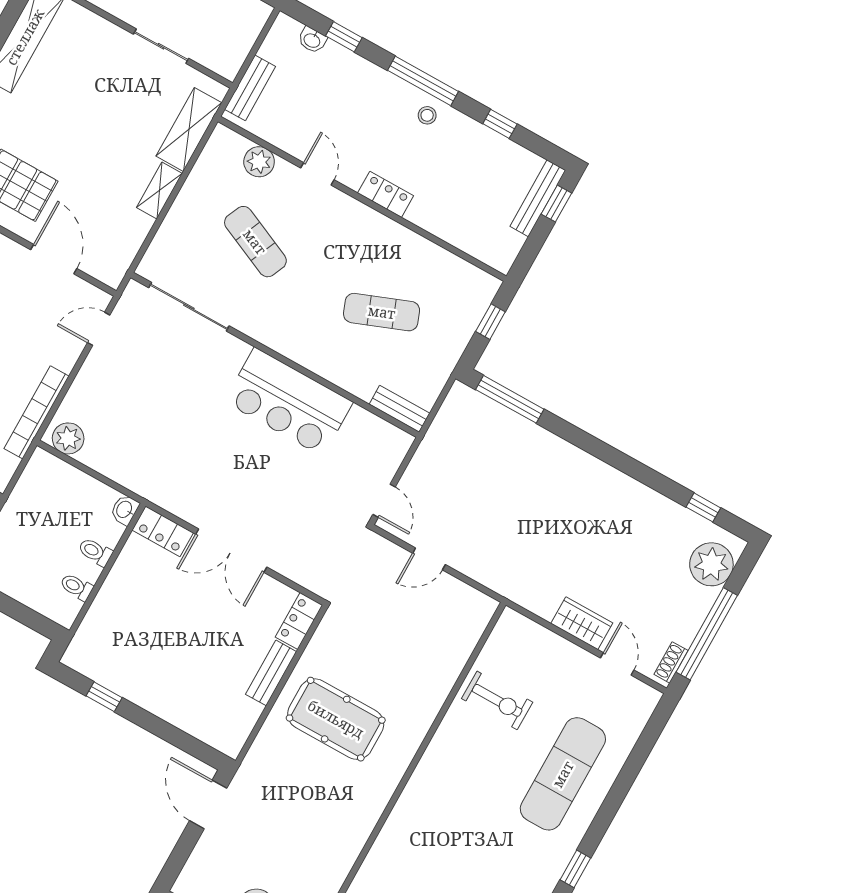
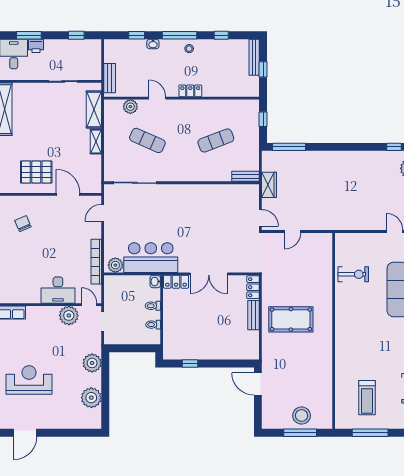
washbasin: (312, 40) -> (153, 44), moved
window: (556, 204) -> (263, 69), moved
bar counter: (289, 402) -> (151, 258), moved, turned 180
wardrobe: (582, 623) -> (269, 185), moved, turned 90

